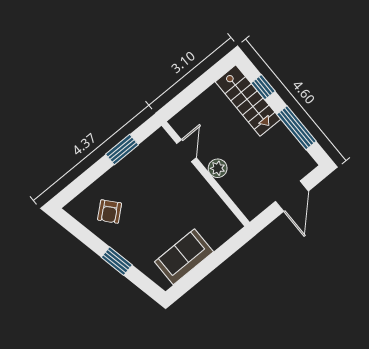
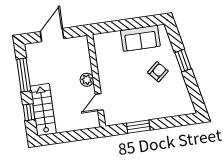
armchair: (110, 212) -> (158, 72), moved

